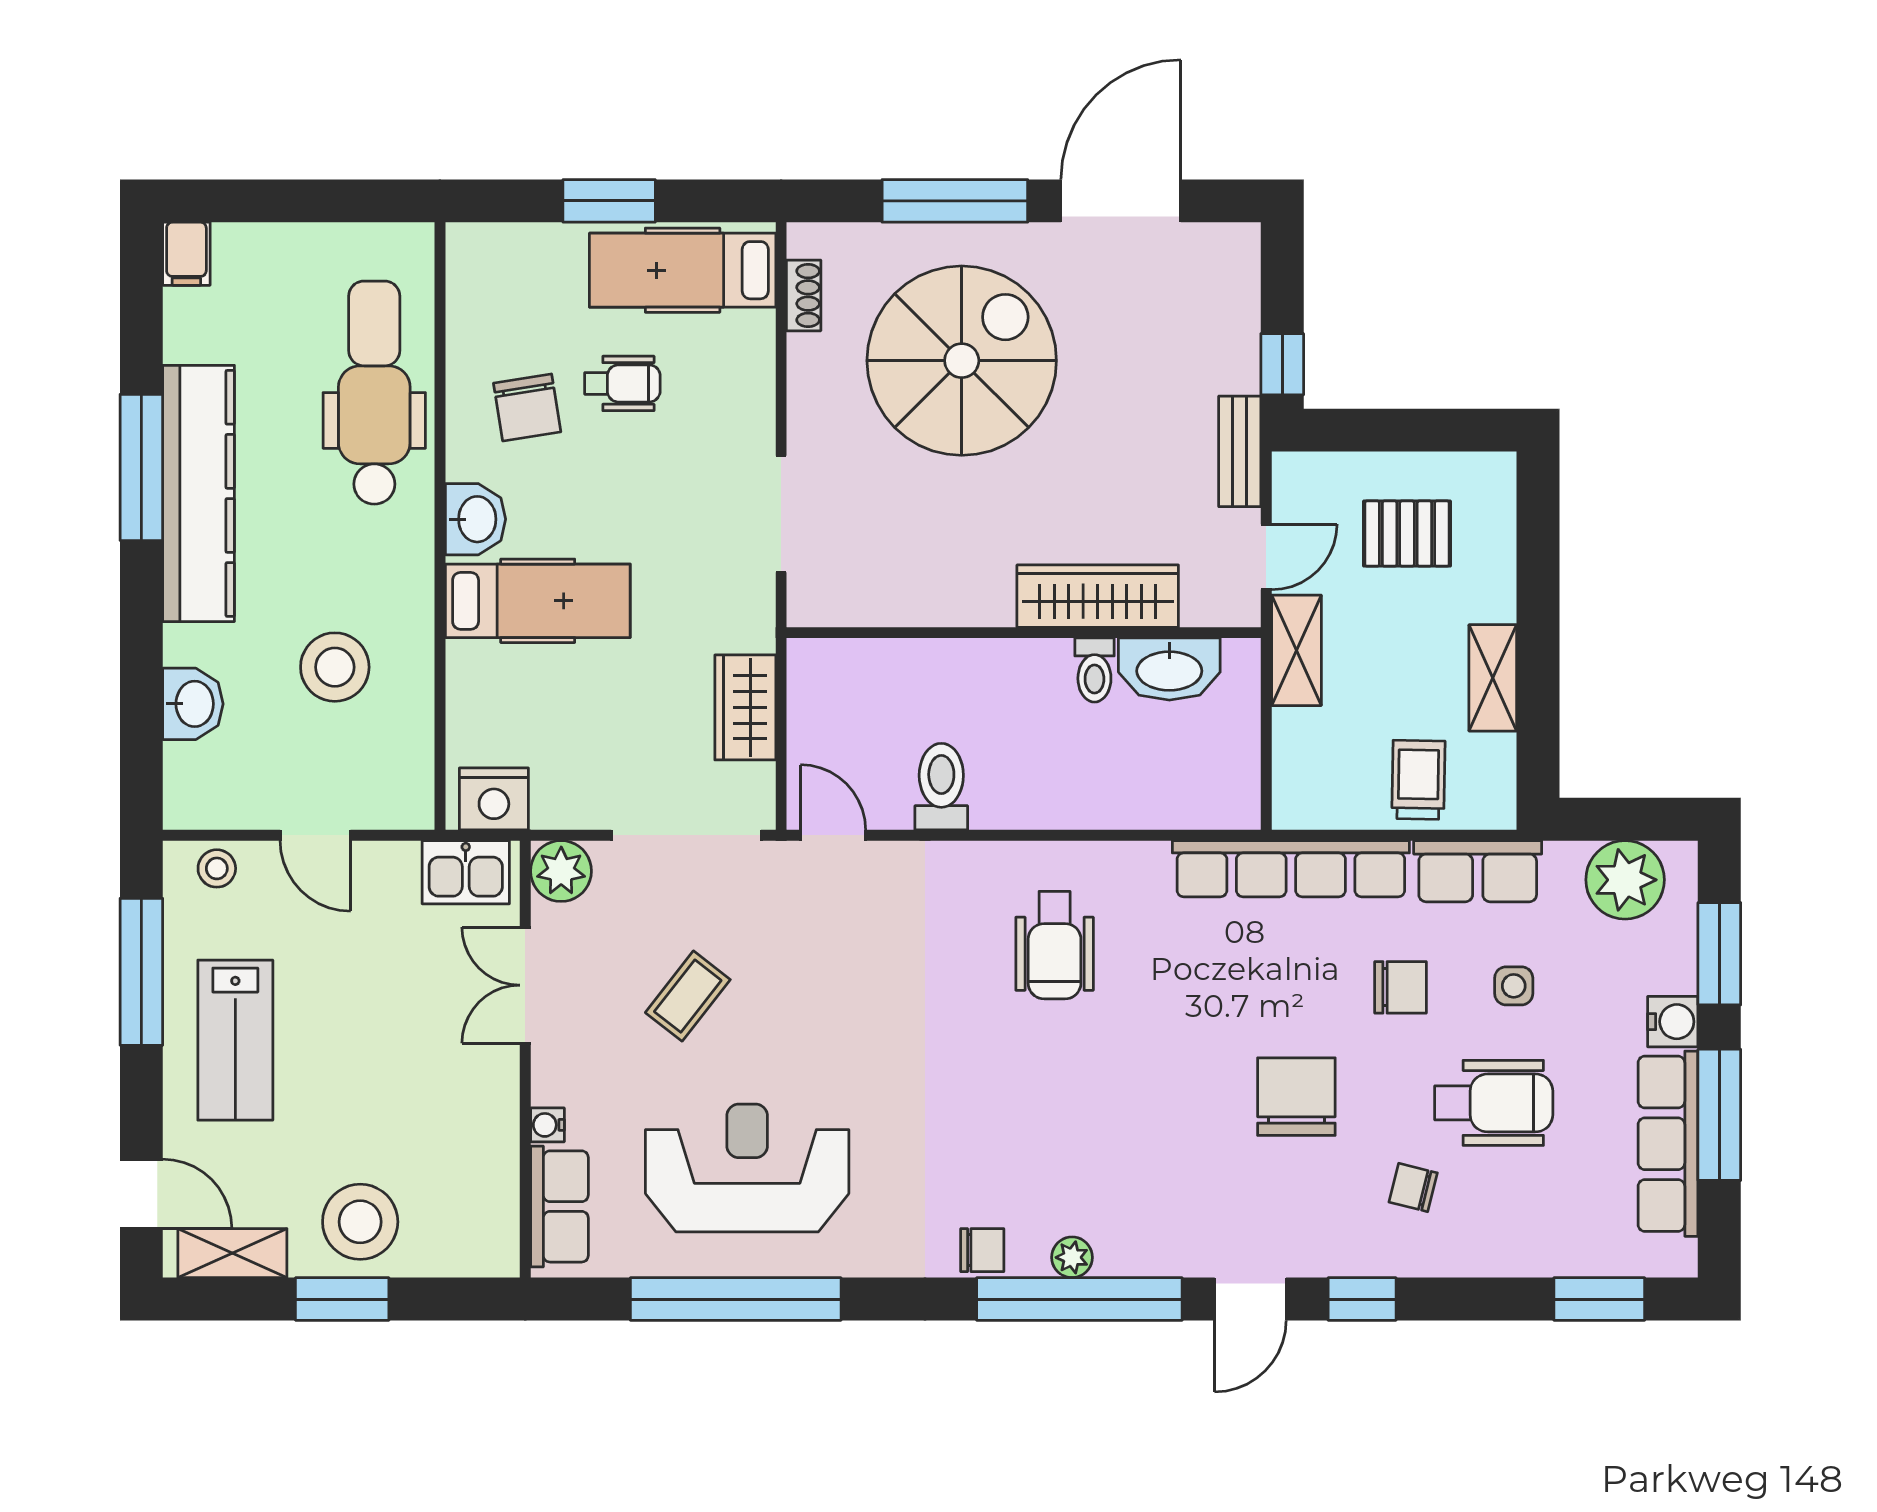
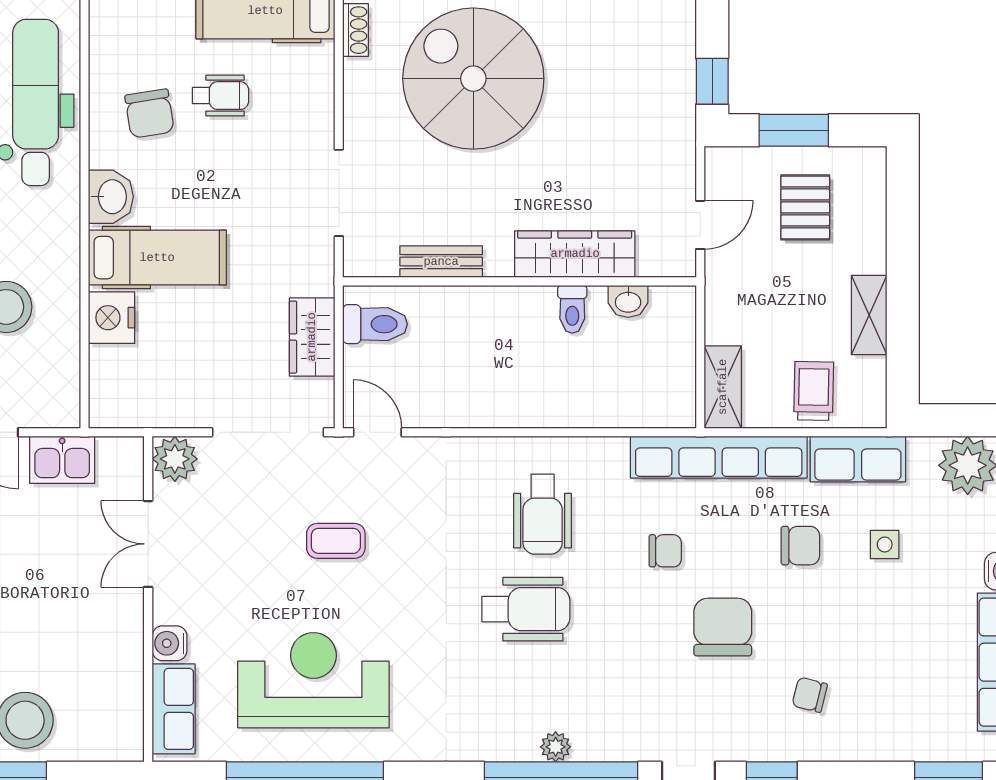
spiral stairs: (962, 361) -> (473, 79), turned -90
window: (1392, 430) -> (794, 130), added
bench: (1240, 451) -> (441, 262), moved, turned 90
pallet: (1407, 534) -> (805, 207), turned 90
shelving: (1296, 650) -> (723, 387), moved
washbasin: (1169, 669) -> (628, 301), width x0.52, depth x0.69
toilet: (941, 787) -> (375, 324), moved, turned 90
nightstand: (494, 799) -> (112, 318), moved, turned 90
kitchen sink: (466, 872) -> (62, 460), moved
coffee table: (688, 996) -> (336, 541), moved, turned 52
wheelchair: (1494, 1103) -> (526, 609), moved
water cooler: (547, 1125) -> (169, 643), width x1.38, depth x1.38
chair: (982, 1250) -> (665, 551), moved

